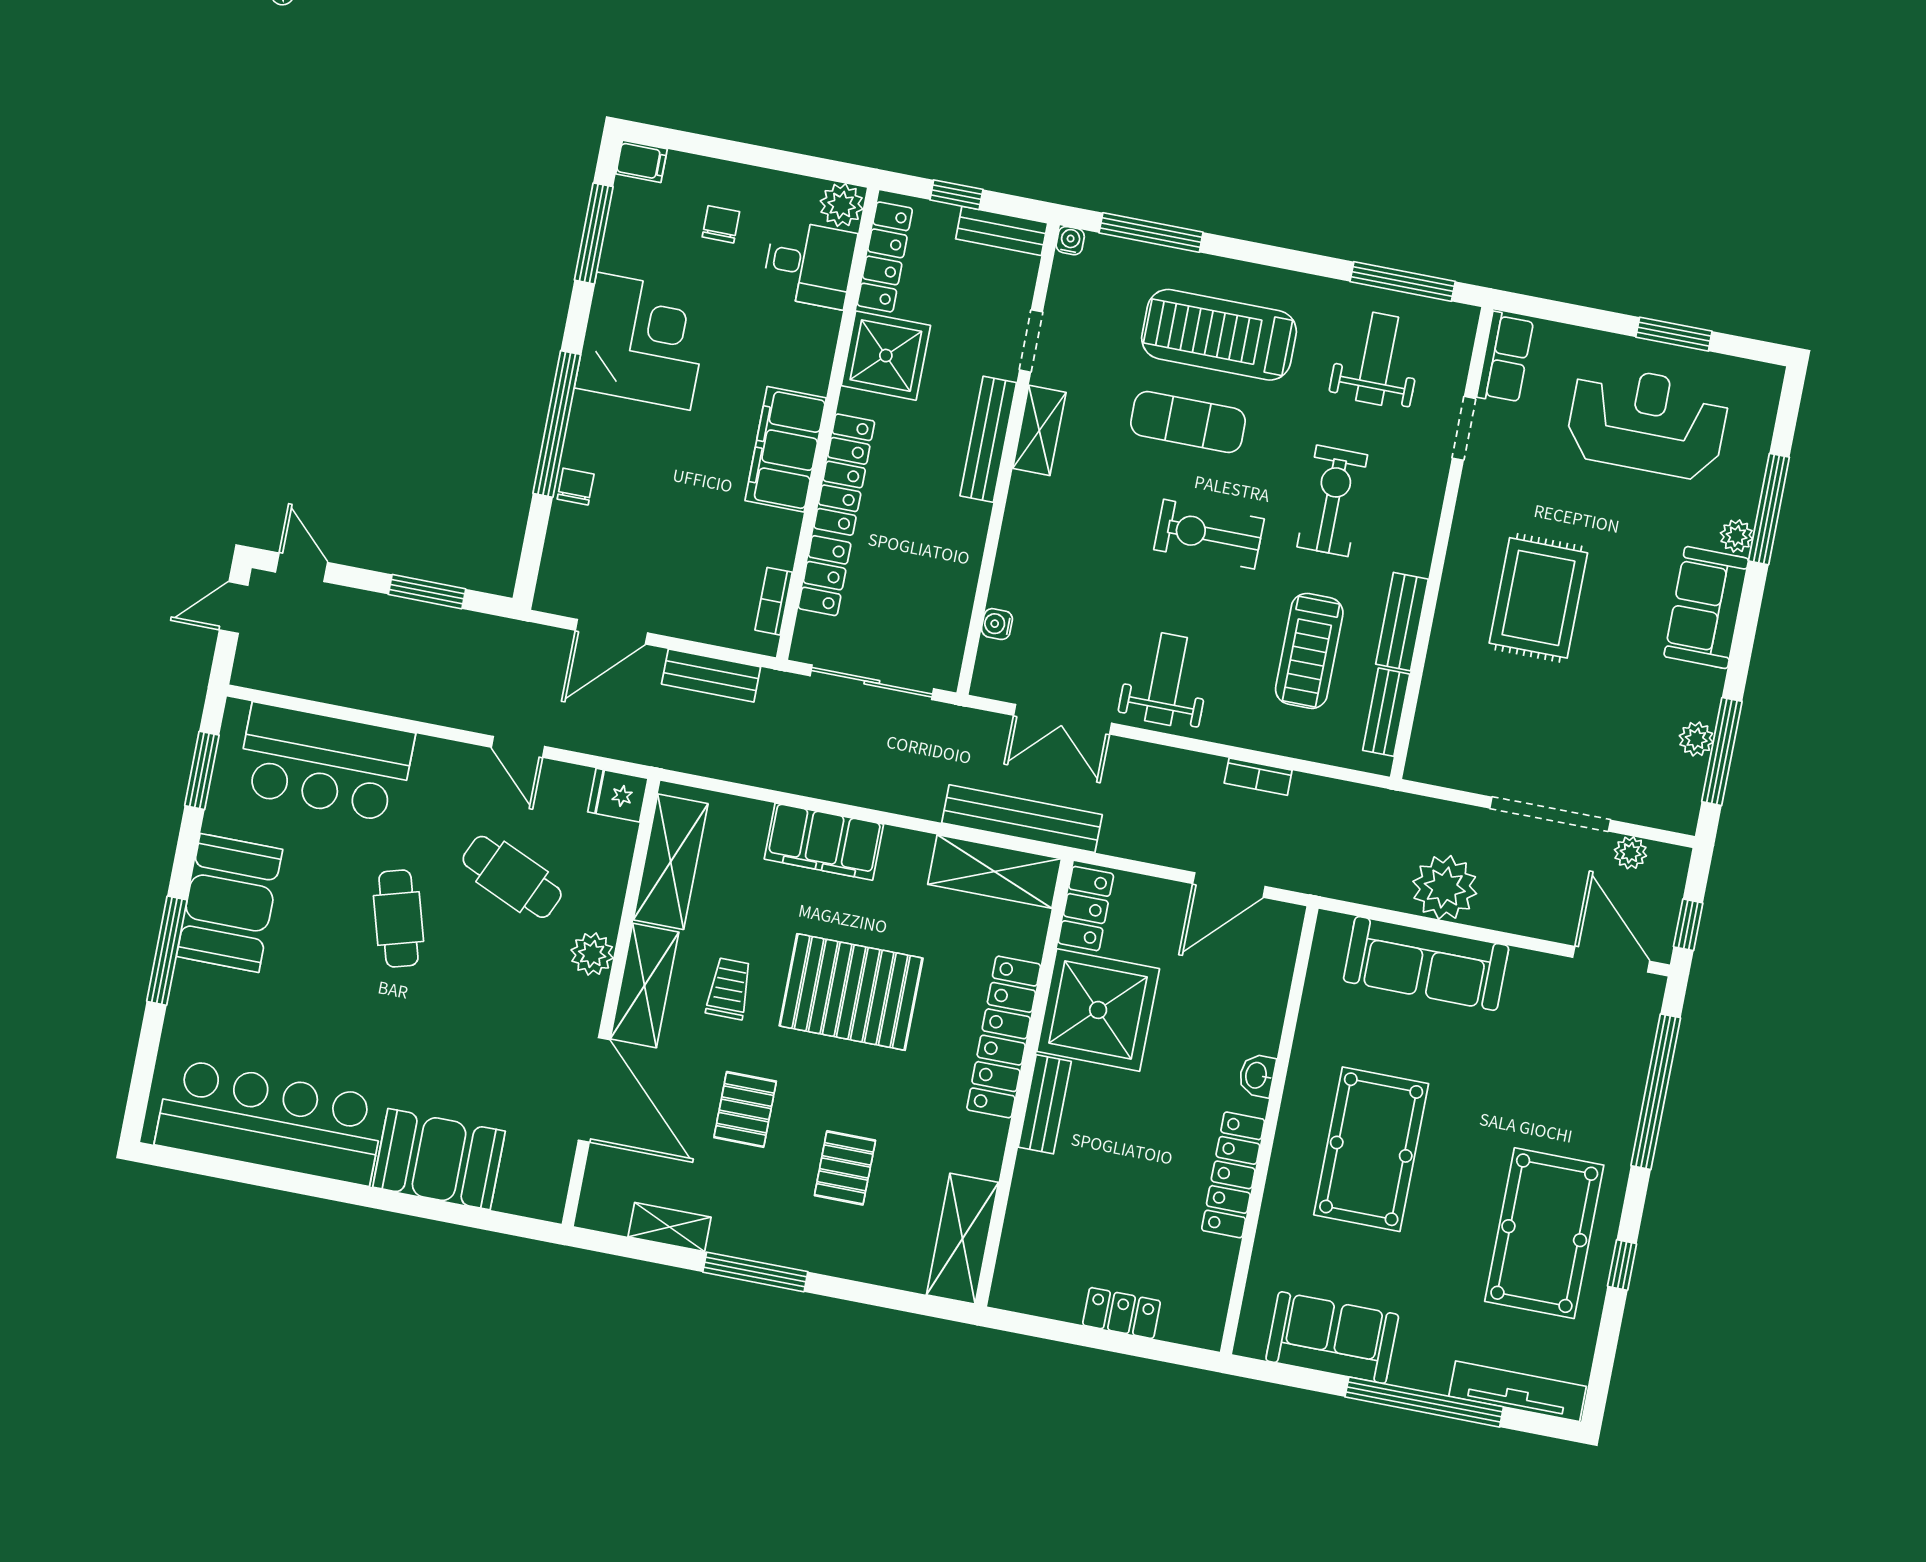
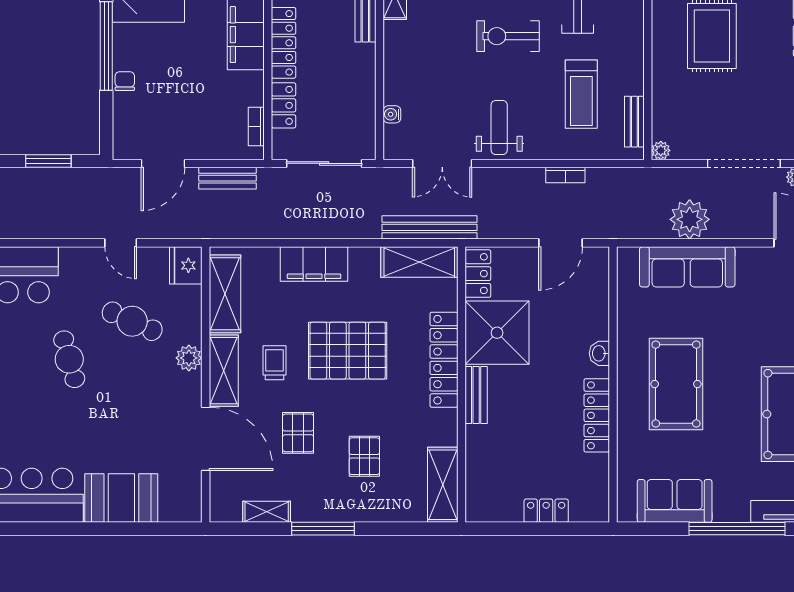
bench: (1402, 622) -> (633, 66), removed
plant: (1420, 767) -> (661, 150), added
fridge: (618, 795) -> (186, 265), width x1.38

